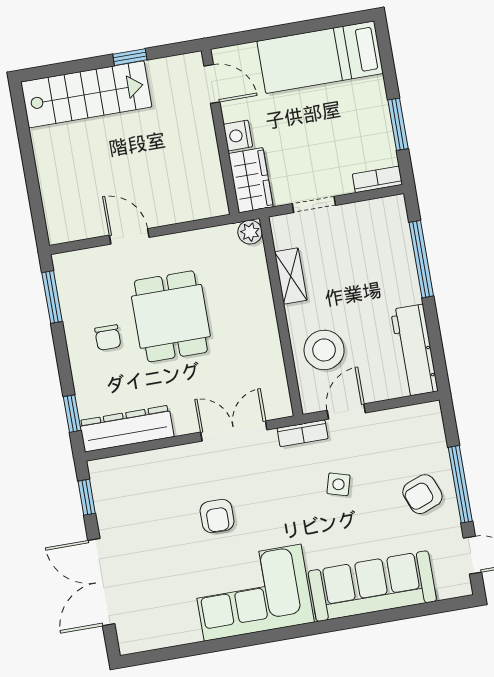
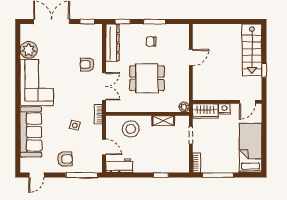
window: (398, 124) -> (218, 175), width x1.44
window: (421, 259) -> (161, 175), width x0.46
window: (52, 297) -> (154, 22), moved
dining table: (171, 316) -> (147, 78), moved
workbench: (414, 350) -> (119, 166), width x0.73
door: (346, 412) -> (104, 147), moved
window: (460, 484) -> (82, 175), moved
armchair: (422, 494) -> (65, 159), turned 111
armchair: (217, 516) -> (87, 65), moved
plant: (178, 625) -> (29, 50), added

